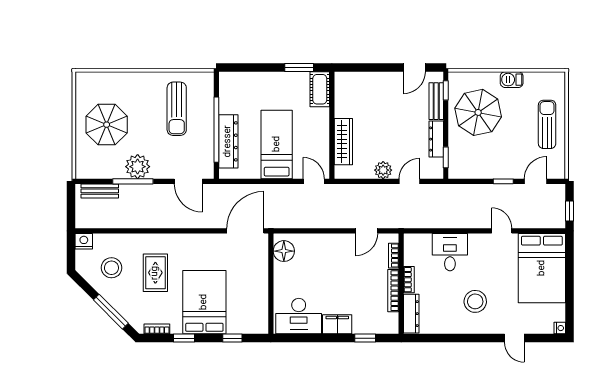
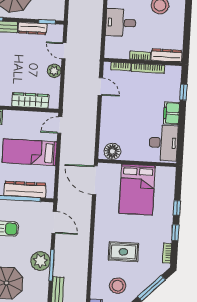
door: (188, 181) -> (54, 222), hinge flipped
bed: (204, 302) -> (137, 190), moved, turned -90
window: (232, 338) -> (177, 208), moved

